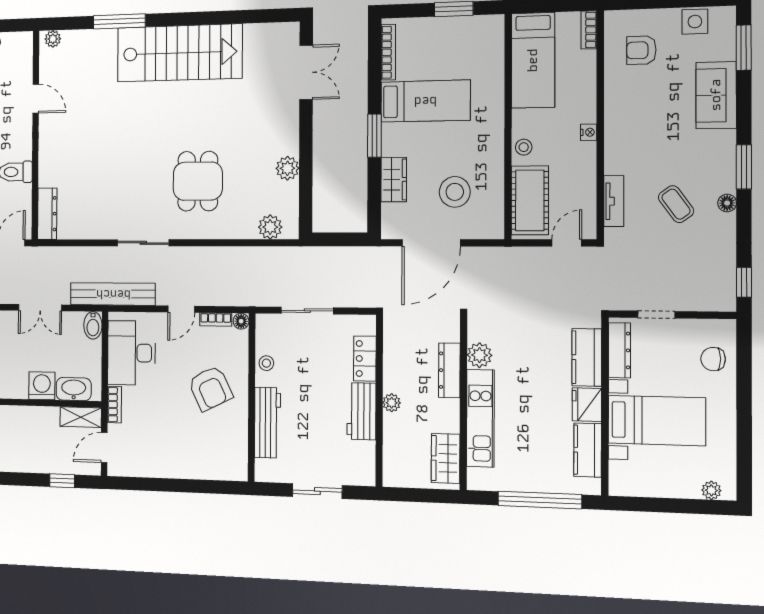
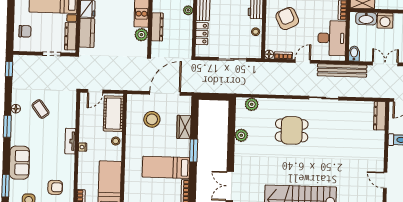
dining table: (198, 181) -> (292, 130), turned 90
tv unit: (614, 201) -> (70, 141), moved

